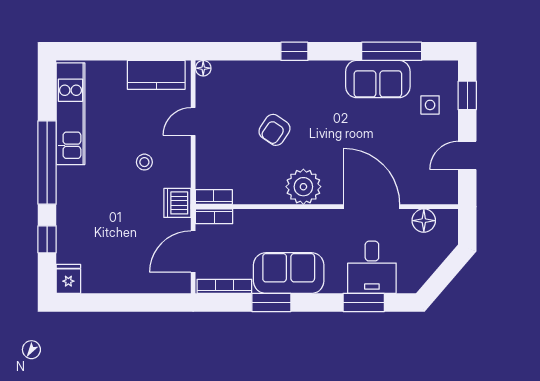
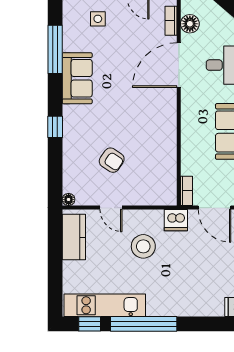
sofa: (378, 79) -> (77, 78), moved
armchair: (274, 130) -> (112, 160), moved
stool: (144, 162) -> (143, 246), width x1.89, depth x1.89
plant: (303, 187) -> (163, 120), removed
bookcase: (214, 197) -> (171, 21), moved
window: (47, 239) -> (90, 324), moved

